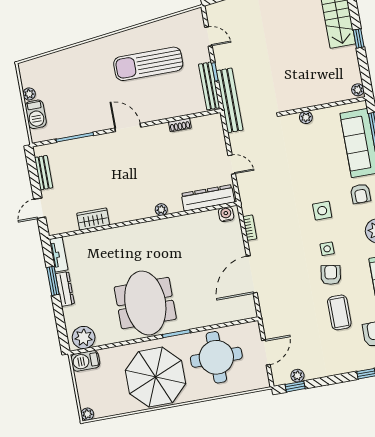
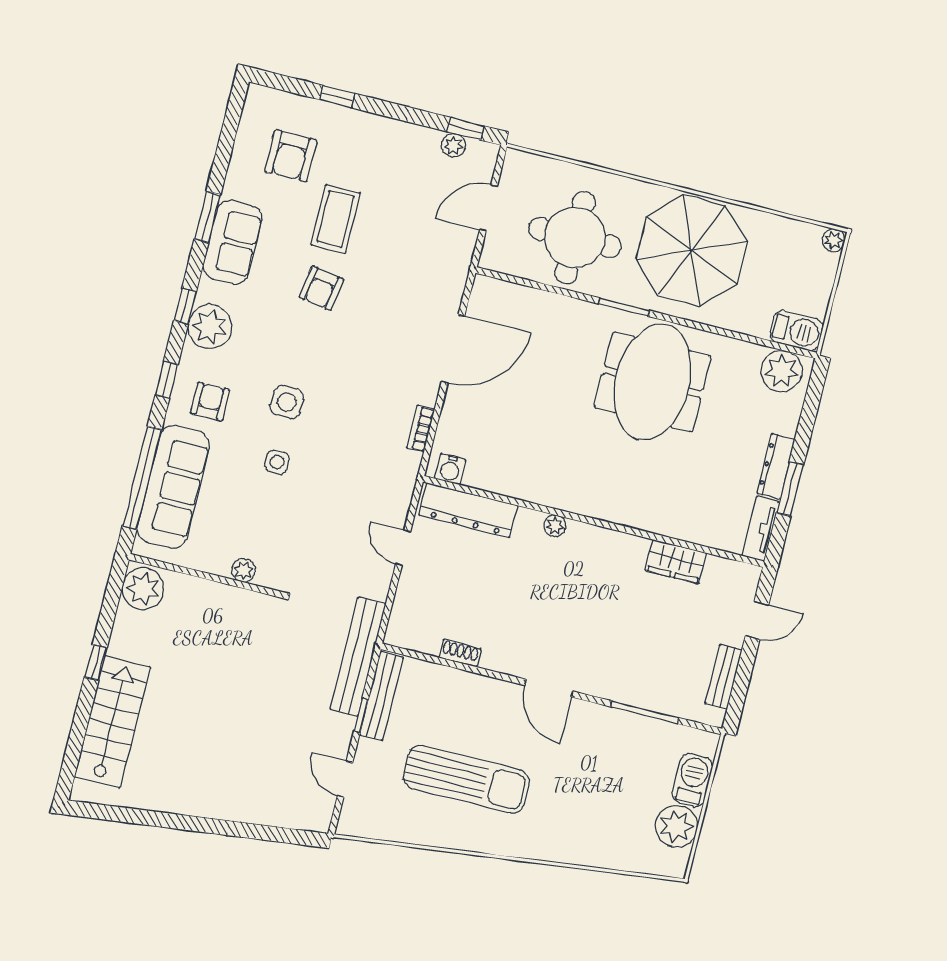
plant: (358, 90) -> (143, 589), width x1.88, depth x1.88
plant: (29, 94) -> (676, 826), width x1.88, depth x1.88
side table: (327, 249) -> (277, 462), moved

